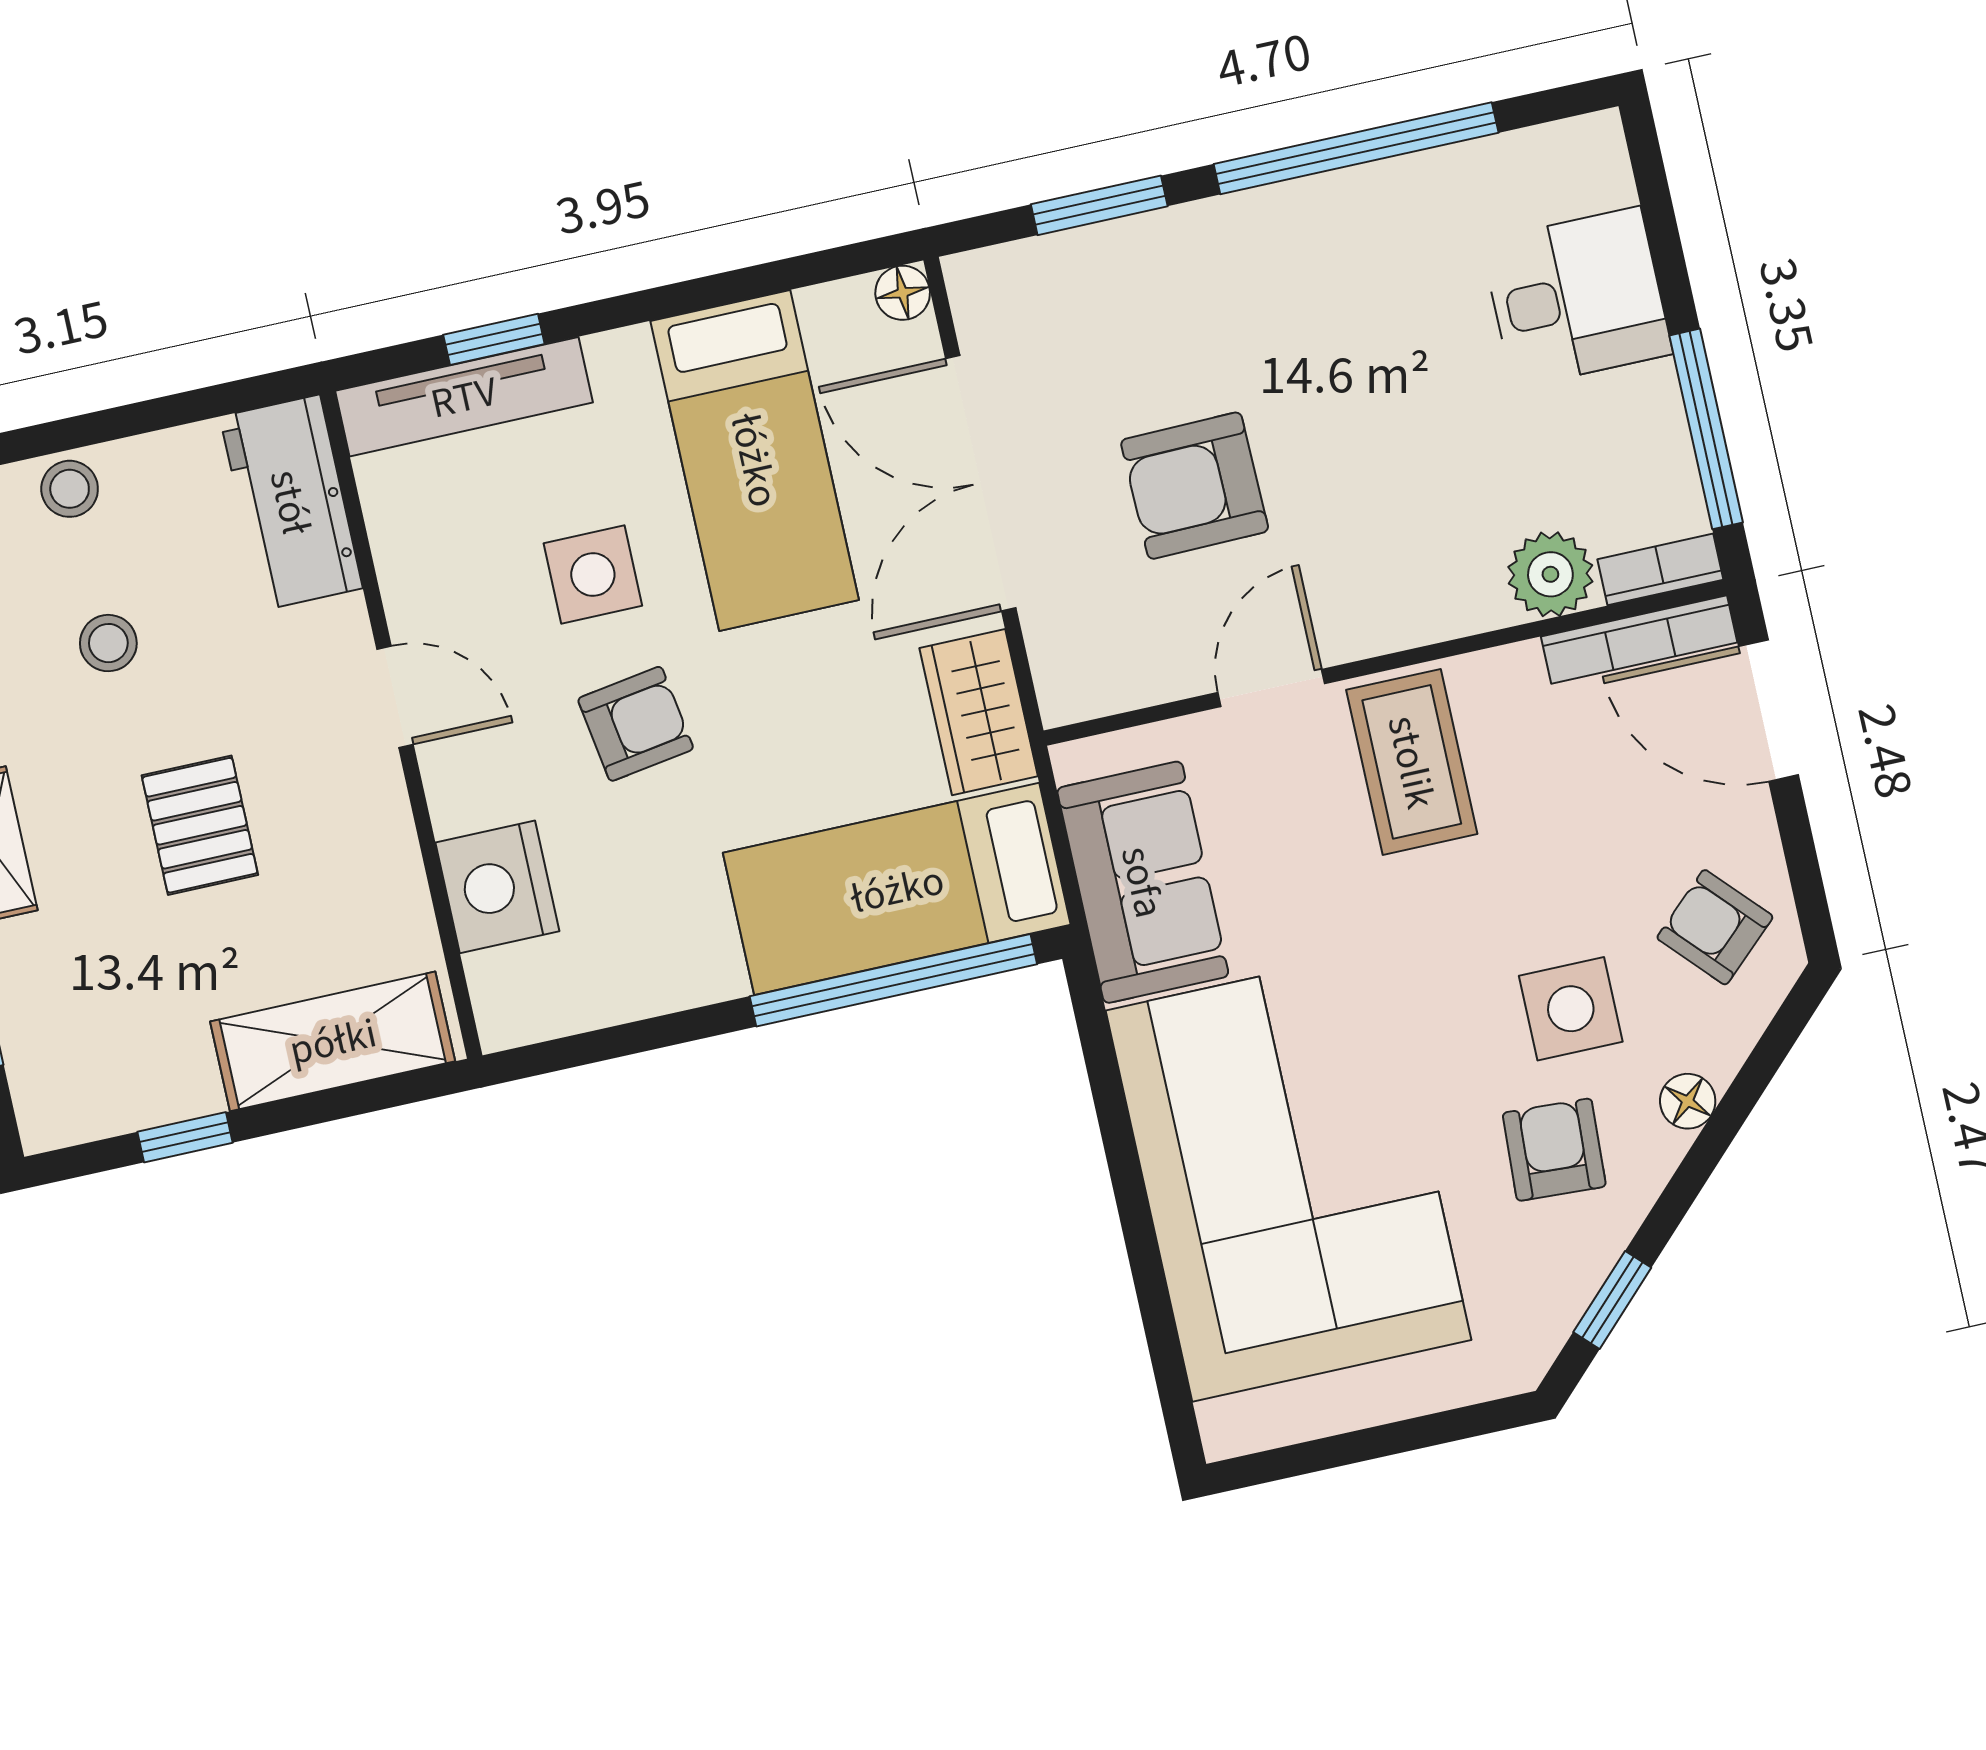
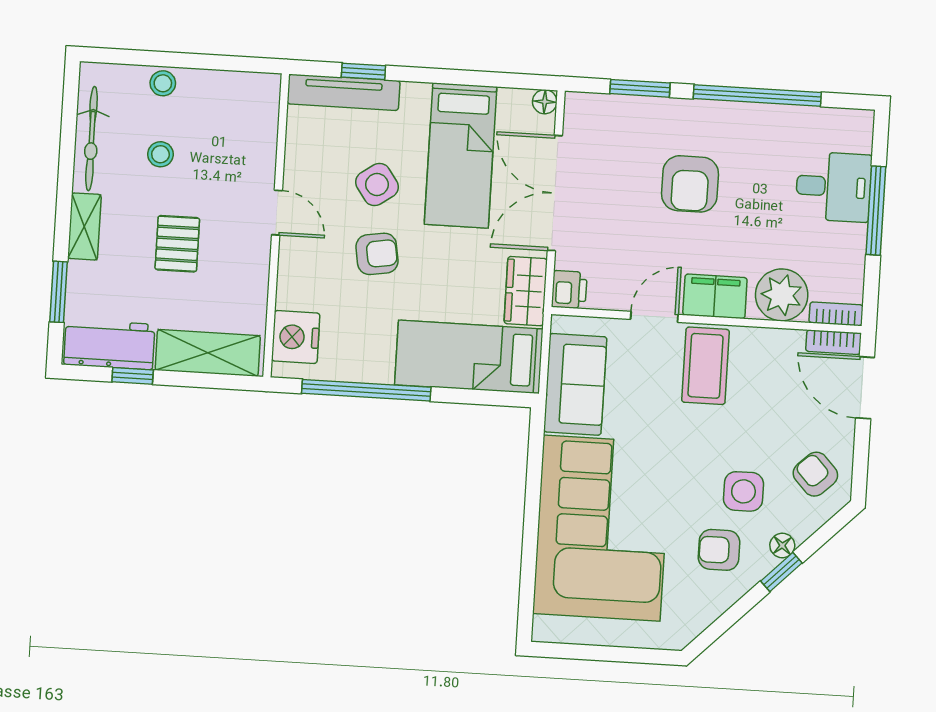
window: (1706, 429) -> (876, 211), moved
armchair: (1195, 486) -> (690, 184), moved, turned -89
workbench: (291, 502) -> (109, 345), moved, turned 90
plant: (1550, 574) -> (782, 295), width x1.36, depth x1.36
side table: (593, 575) -> (377, 185), turned -35
filing cabinet: (1389, 607) -> (715, 296), added
bookcase: (1639, 640) -> (834, 342), width x0.64
printer: (1071, 682) -> (569, 290), added
nightstand: (497, 887) -> (296, 337), moved
window: (893, 980) -> (366, 390), moved
armchair: (1554, 1150) -> (719, 550), turned -93
window: (1612, 1300) -> (781, 572), moved

